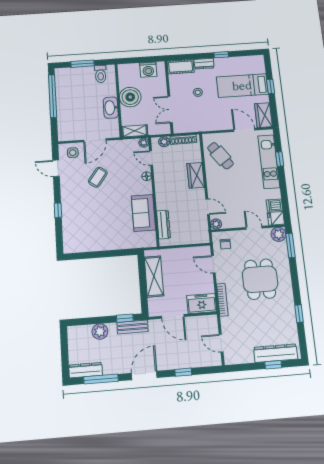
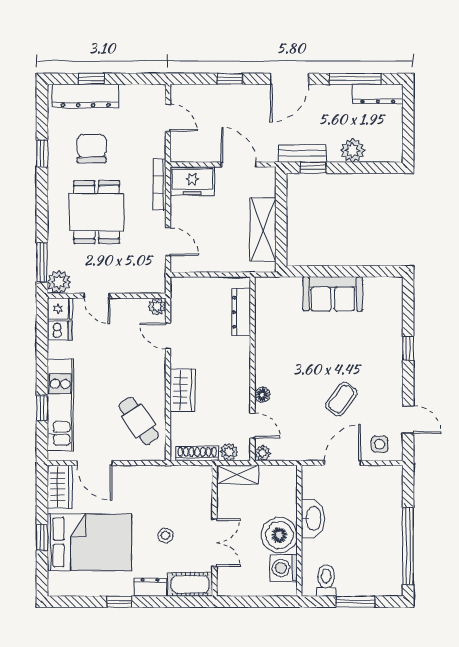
washing machine: (148, 70) -> (284, 568), moved, turned -90
bed: (242, 86) -> (89, 542), width x1.50
double door: (170, 109) -> (214, 543), moved
shelving: (135, 131) -> (237, 475), moved
sofa: (143, 213) -> (333, 294), moved, turned 90
chair: (225, 244) -> (92, 148), moved, width x1.87, depth x1.87

